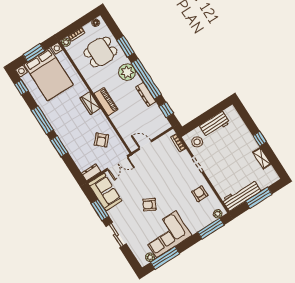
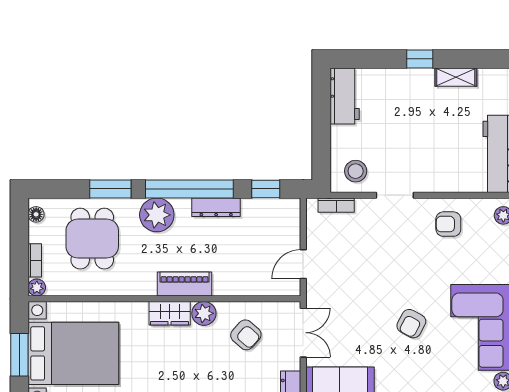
plant: (99, 117) -> (204, 313), added
workbench: (215, 124) -> (345, 96), moved

